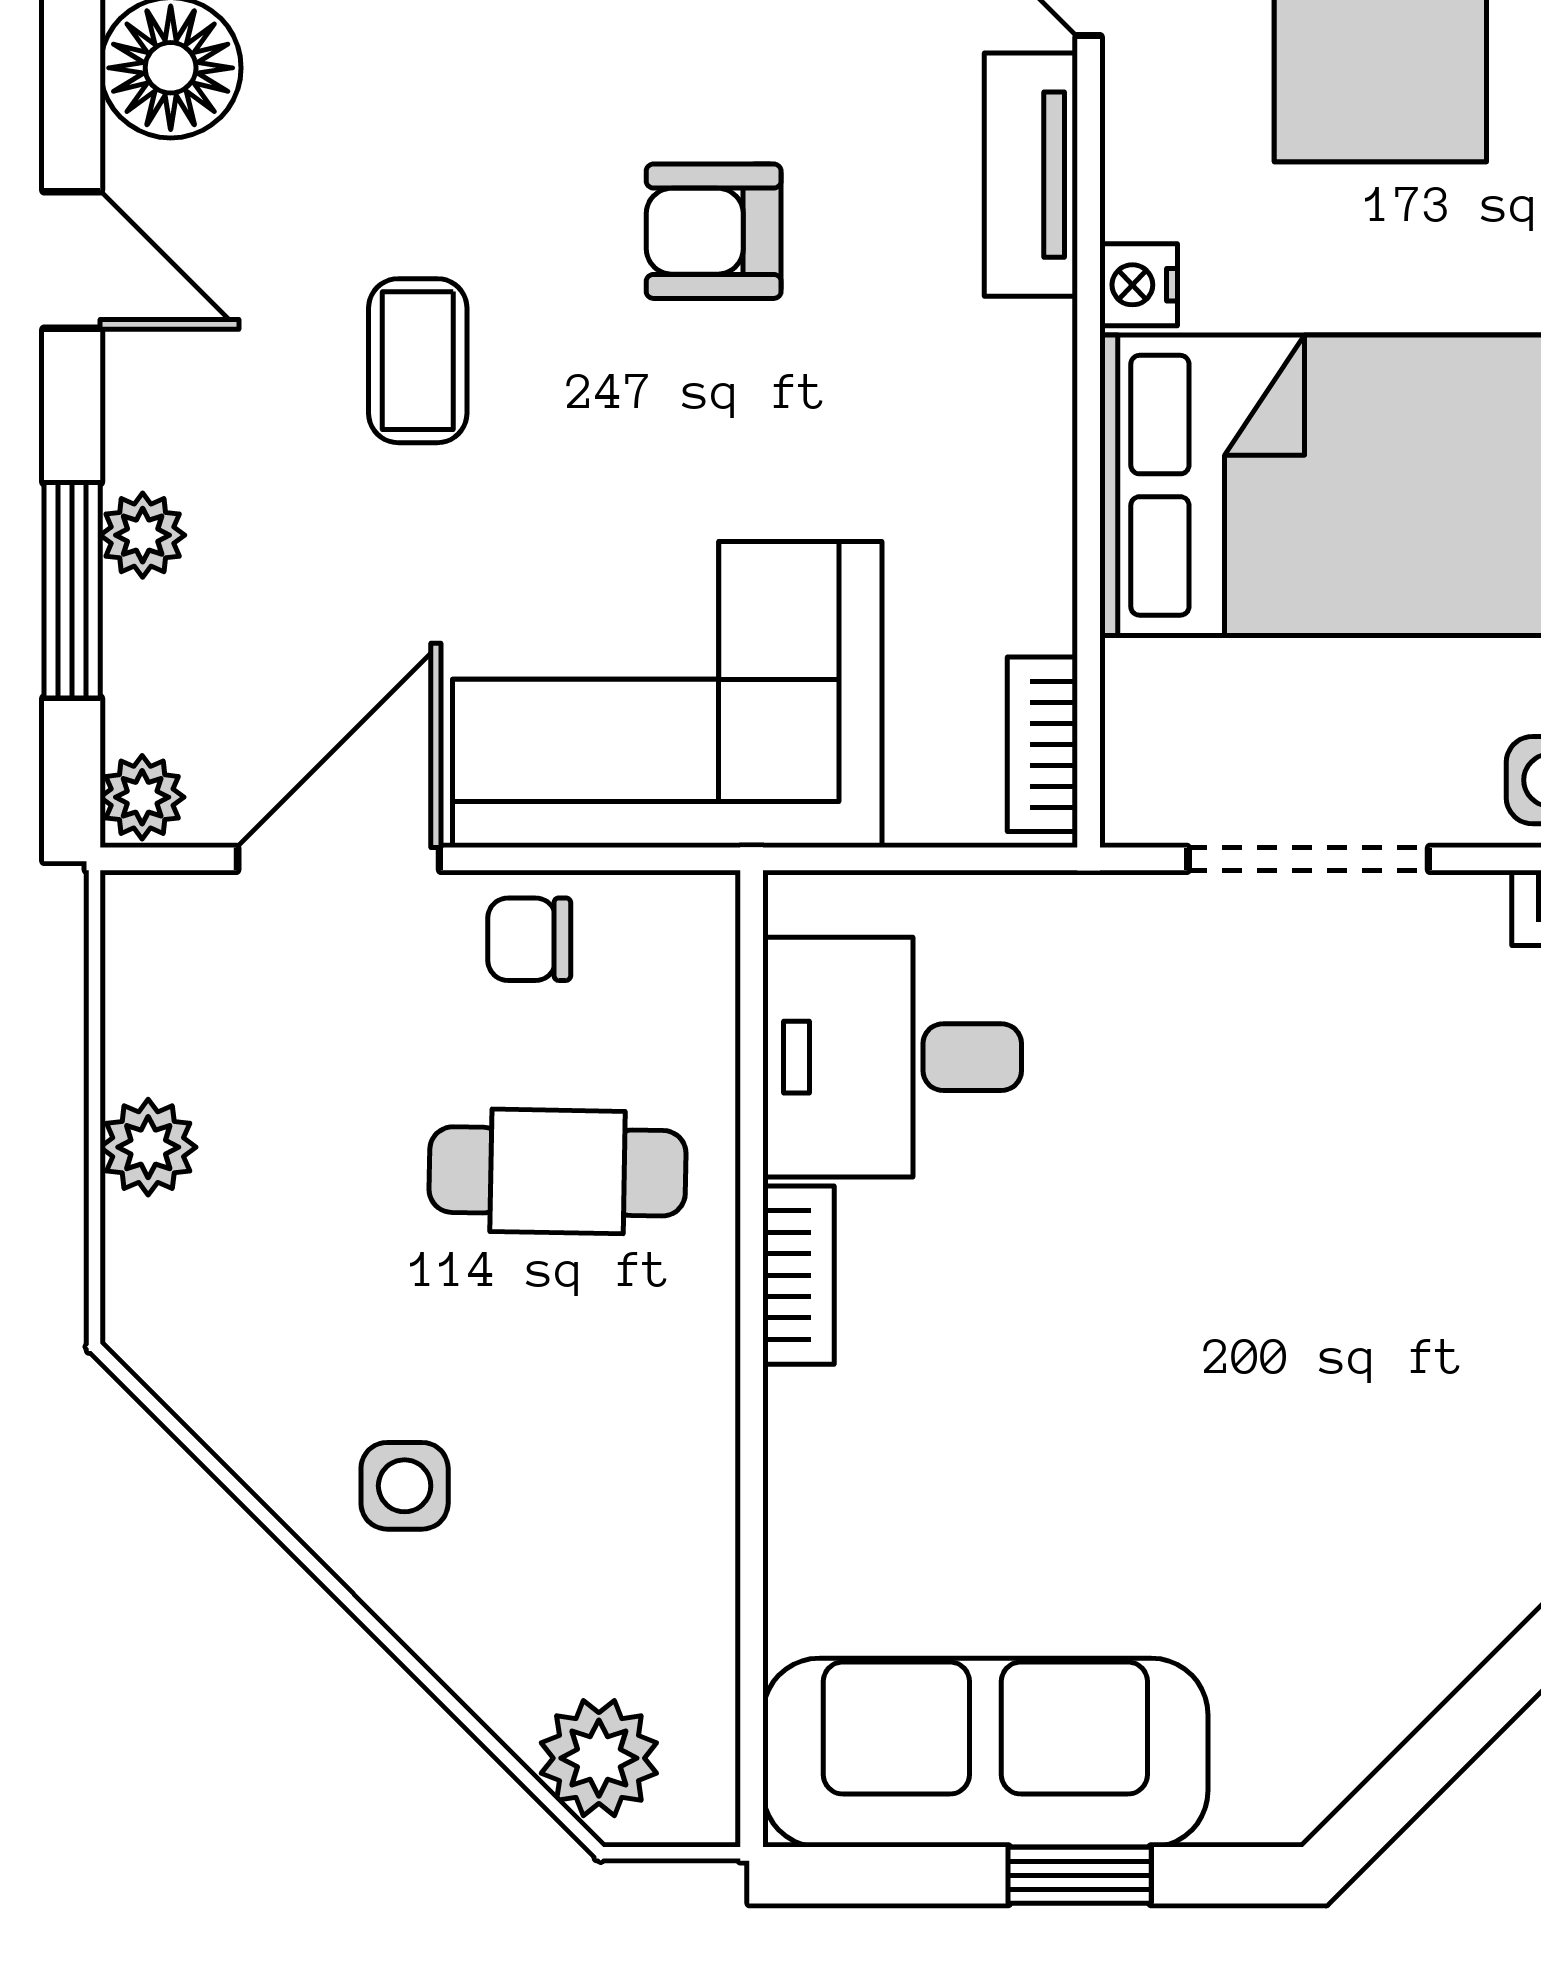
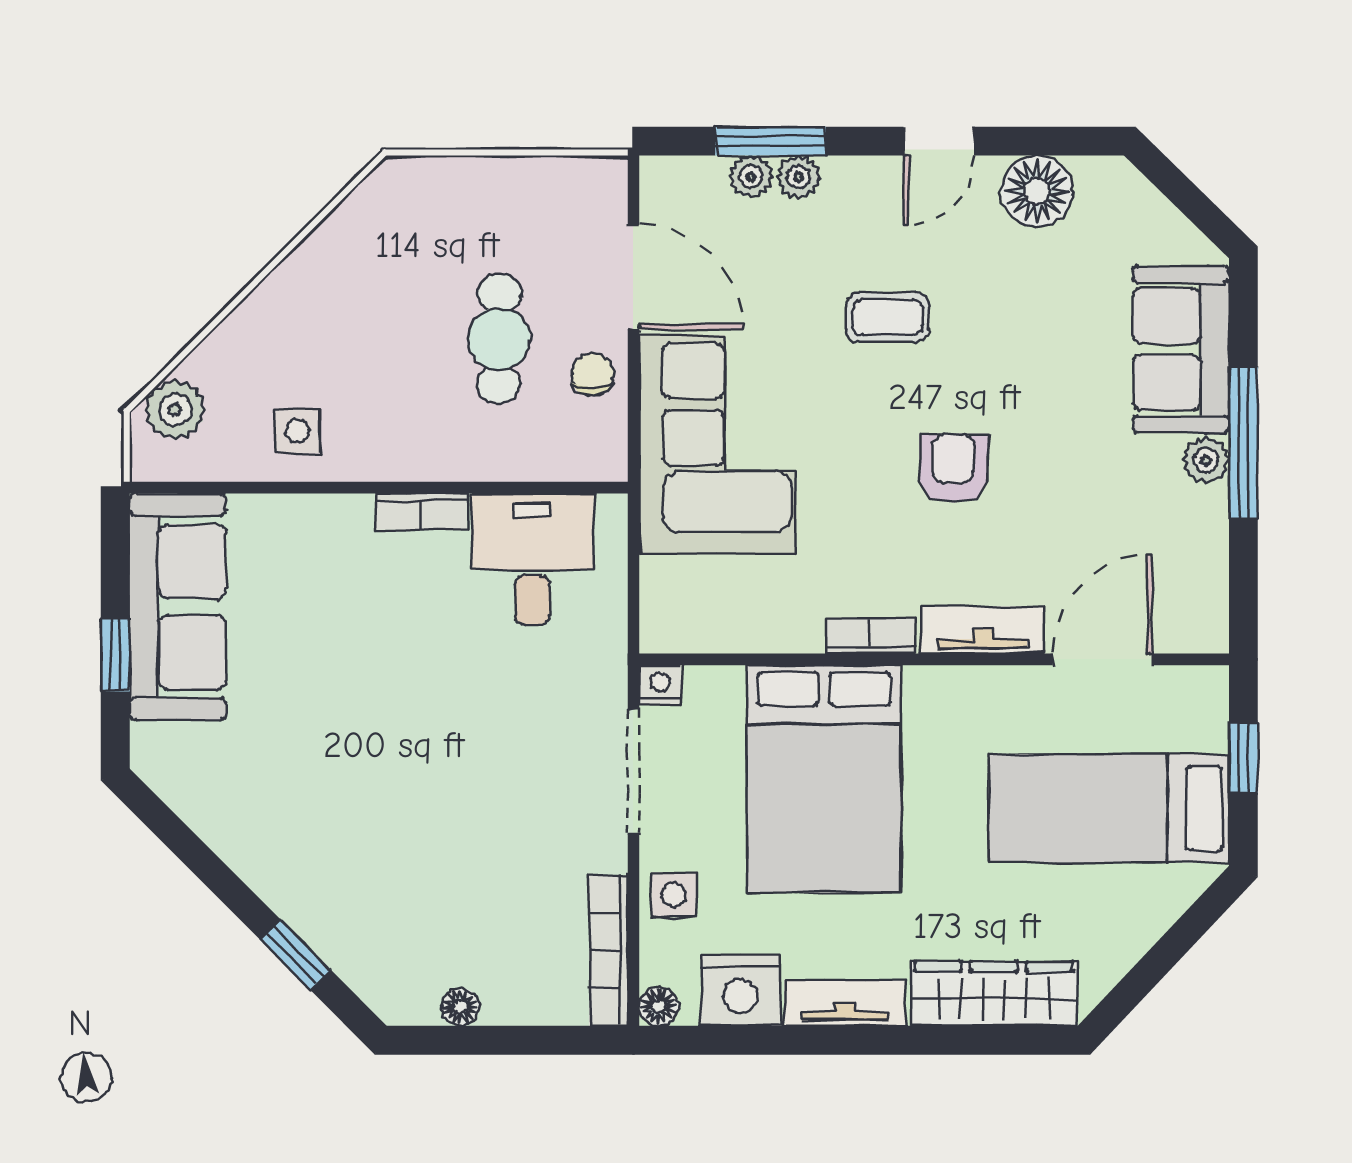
nightstand: (1139, 285) -> (660, 685), moved
bookcase: (1042, 744) -> (871, 636), moved
plant: (142, 797) -> (751, 177), moved
plant: (148, 1147) -> (487, 180), removed
cafe table: (558, 1171) -> (499, 339), moved
side table: (405, 1486) -> (297, 431), moved

